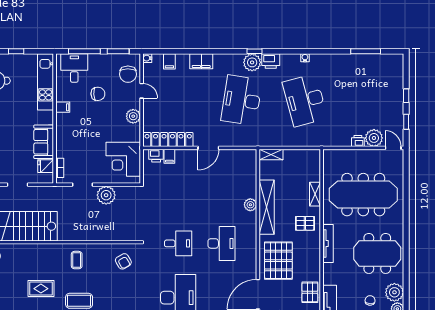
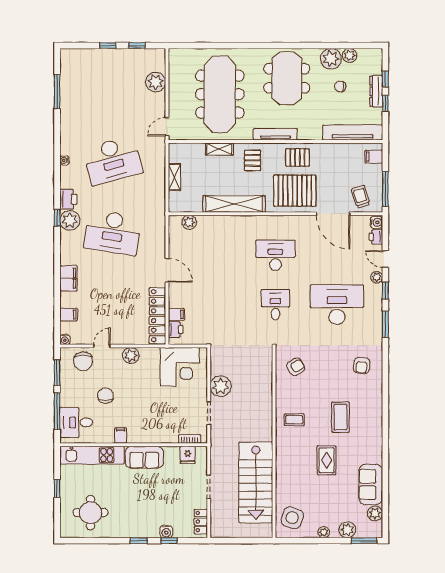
chair: (128, 74) -> (83, 361), turned 90
printer: (358, 141) -> (159, 100), removed
sofa: (44, 142) -> (144, 457), moved
door: (393, 148) -> (167, 127), moved
shelving: (271, 155) -> (174, 177), moved
plant: (250, 205) -> (189, 222), moved
pallet: (310, 292) -> (297, 158), moved

